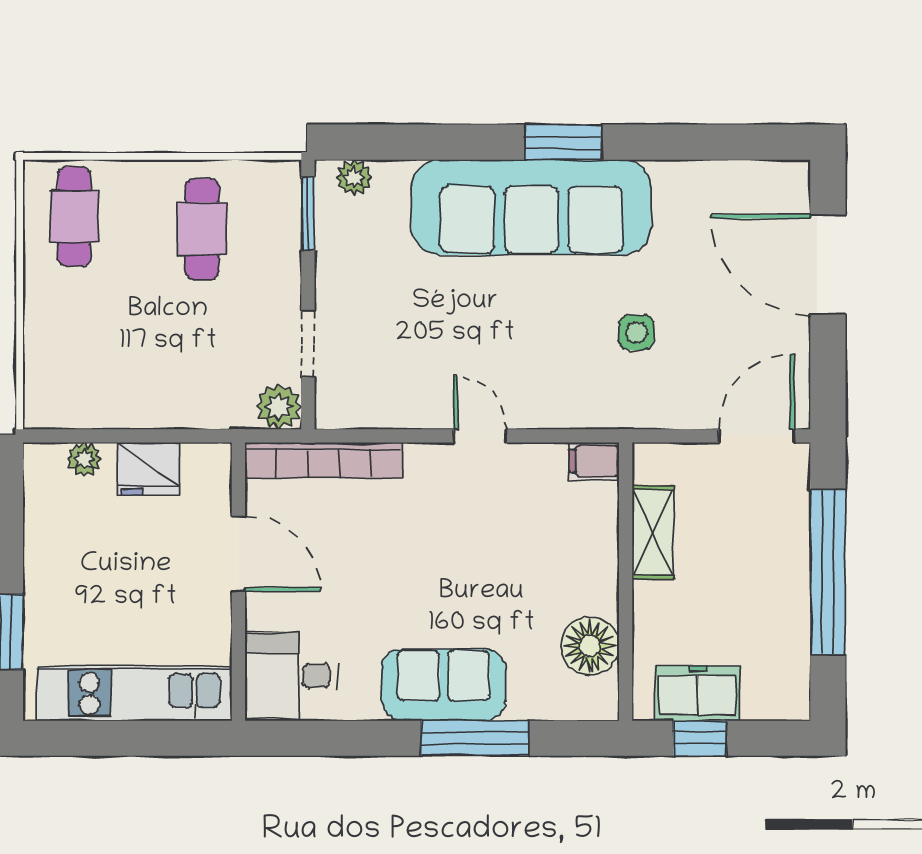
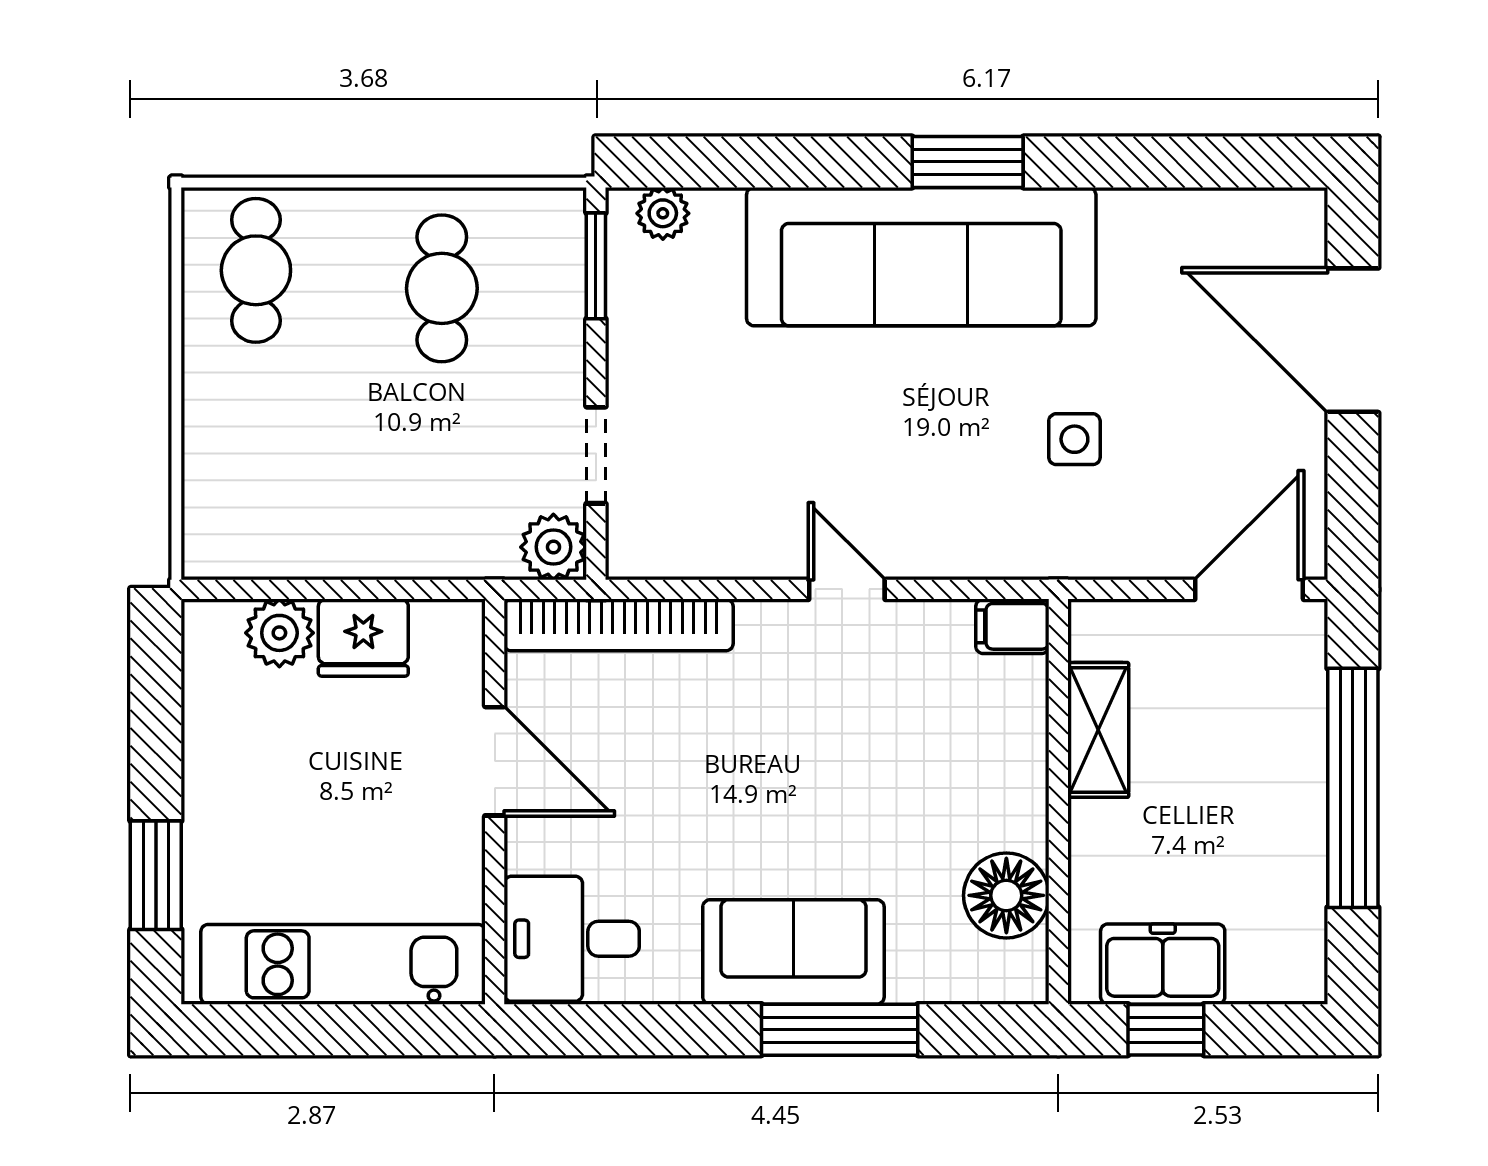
plant: (84, 459) -> (279, 633), width x1.38, depth x1.38

